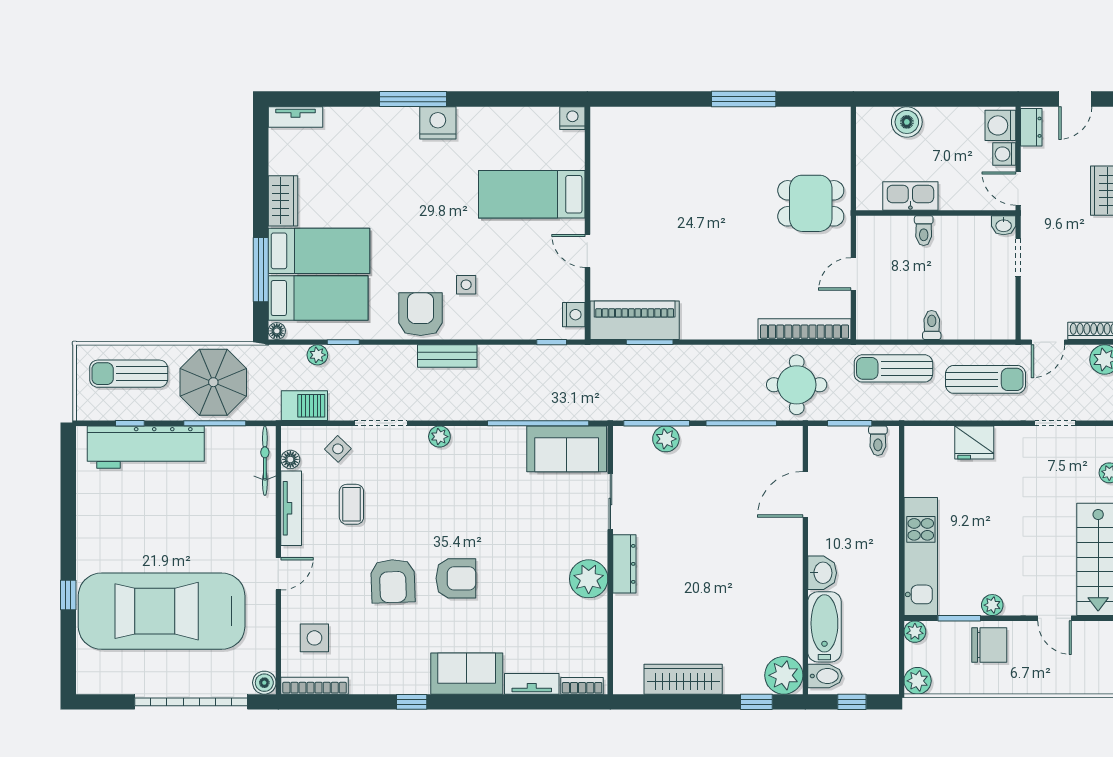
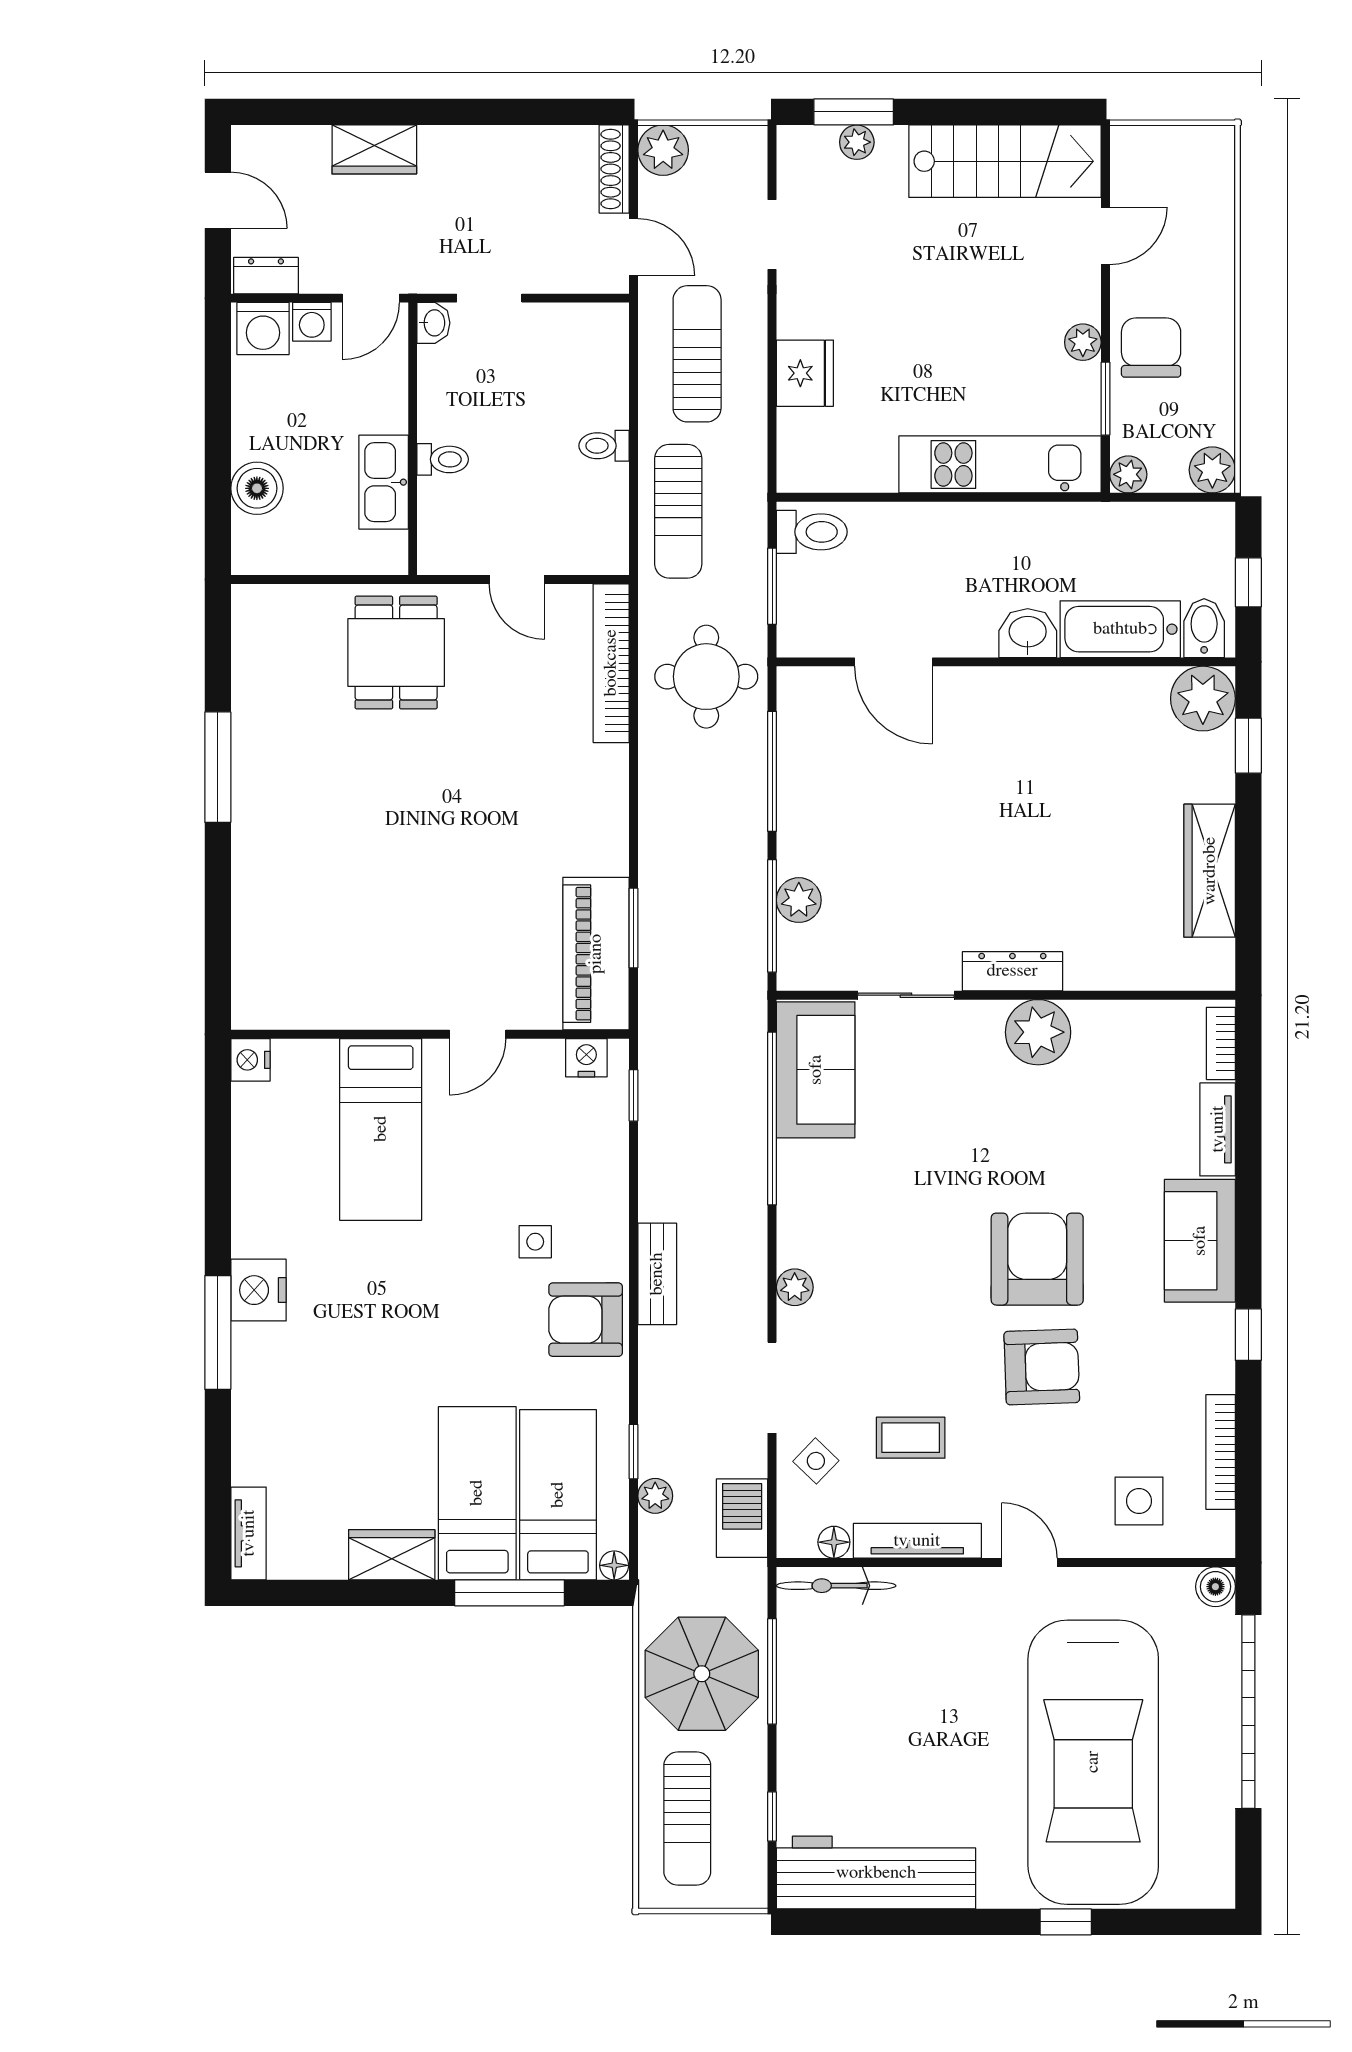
toilet: (878, 441) -> (812, 532), width x1.37, depth x1.39
workbench: (146, 447) -> (876, 1873), moved, turned -90
armchair: (456, 578) -> (1037, 1259), width x1.36, depth x1.36
bookcase: (315, 686) -> (1221, 1452), moved

